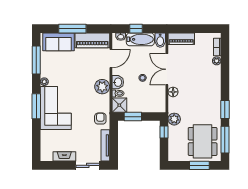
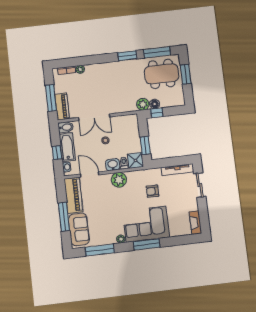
window: (191, 29) -> (51, 98), added
floor lamp: (173, 92) -> (155, 104), moved
armchair: (100, 119) -> (152, 191), moved
fireplace: (64, 156) -> (195, 223), moved

